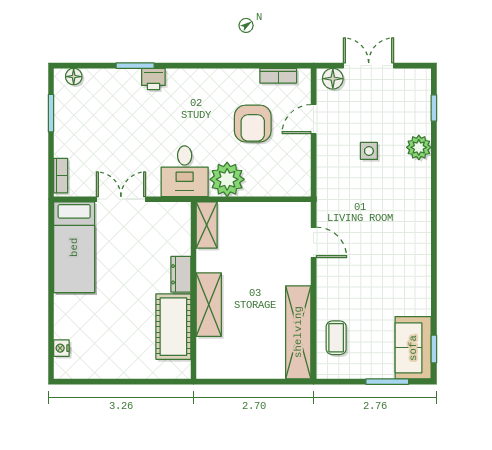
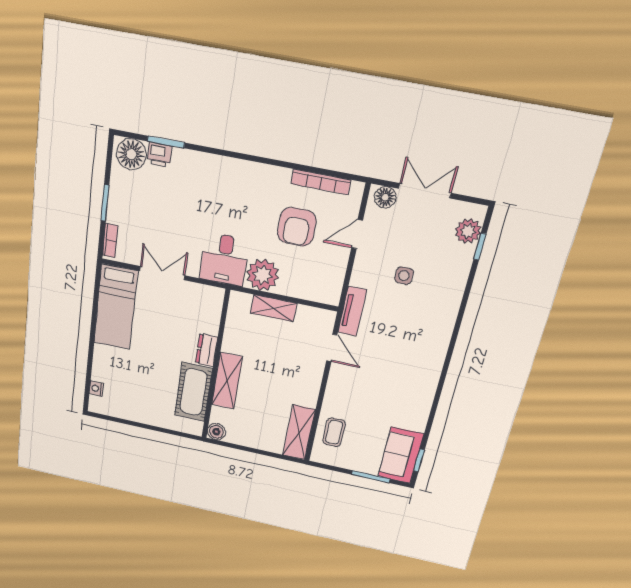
window: (135, 66) -> (166, 142), moved
bookcase: (278, 76) -> (321, 182), width x1.56
floor lamp: (74, 77) -> (131, 154), width x1.89, depth x1.89
printer: (153, 79) -> (159, 155), moved
window: (51, 113) -> (105, 203), moved
plant: (419, 147) -> (468, 231), moved
tv unit: (326, 198) -> (352, 311), added
shelving: (207, 225) -> (273, 308), moved, turned 90
shelving: (298, 332) -> (299, 432), width x0.68
boiler: (206, 369) -> (216, 432), added

